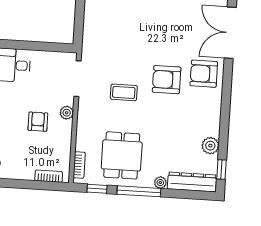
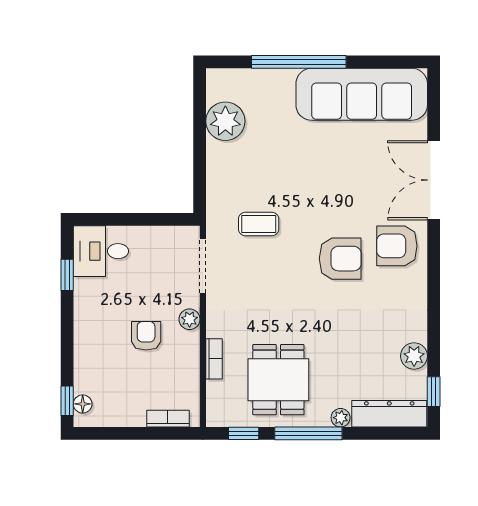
armchair: (167, 80) -> (340, 259), turned 180
coffee table: (124, 92) -> (259, 224), moved
bookcase: (79, 165) -> (214, 359), moved

